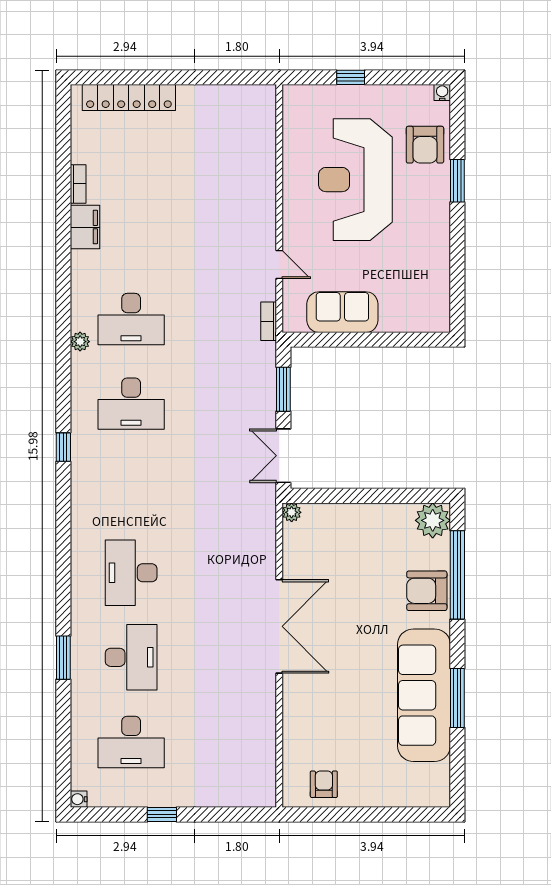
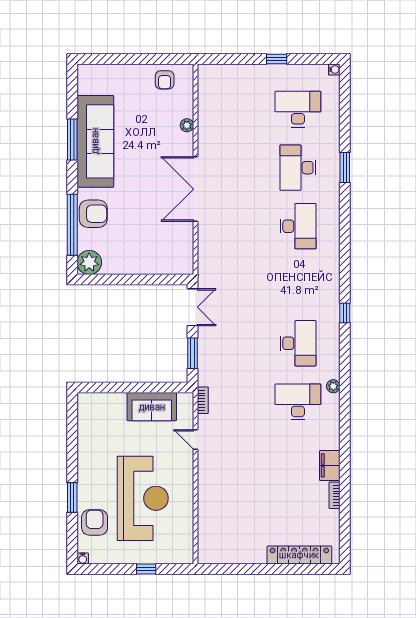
desk: (131, 404) -> (298, 343), turned 90
plant: (292, 512) -> (187, 125), moved

